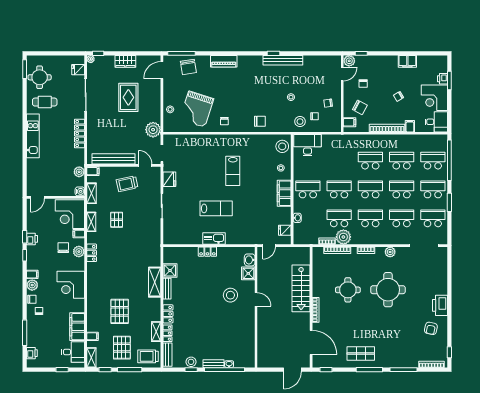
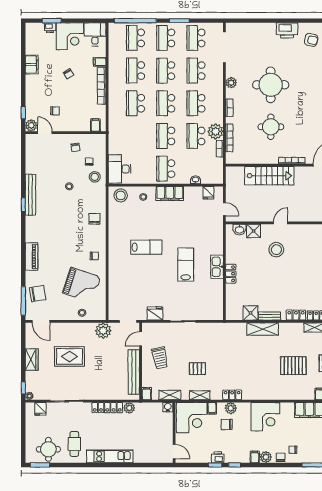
chair: (360, 107) -> (80, 114), removed
plant: (79, 172) -> (129, 408), moved

